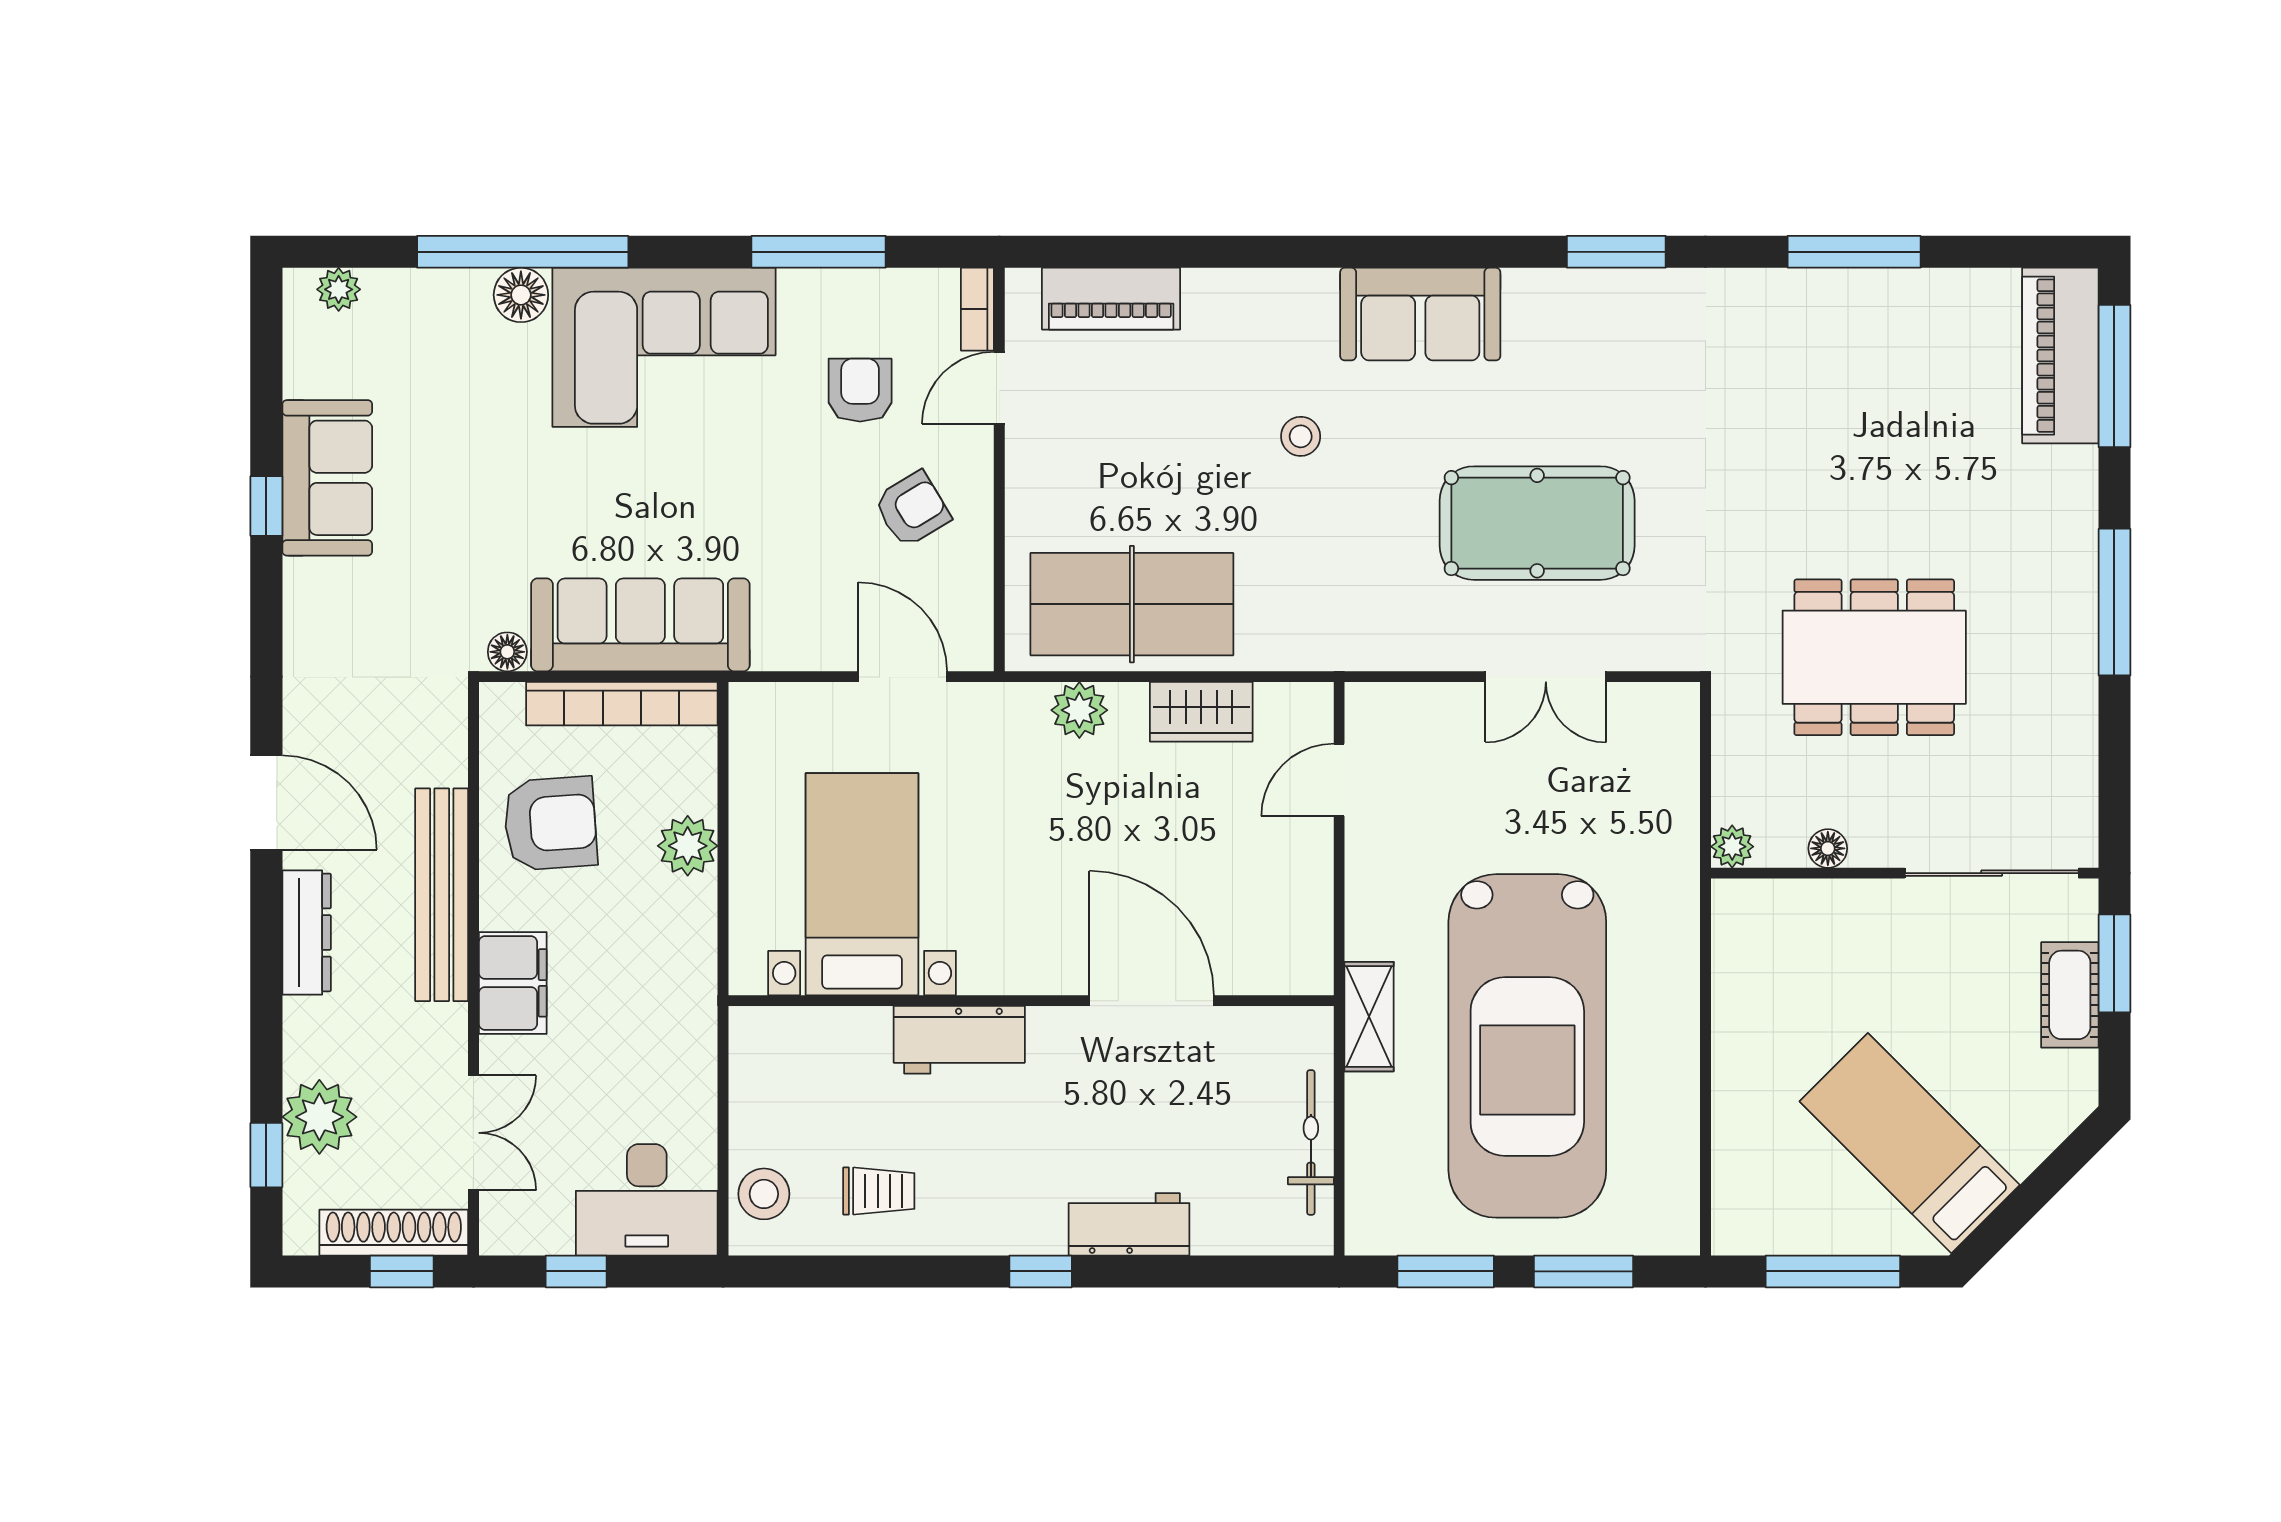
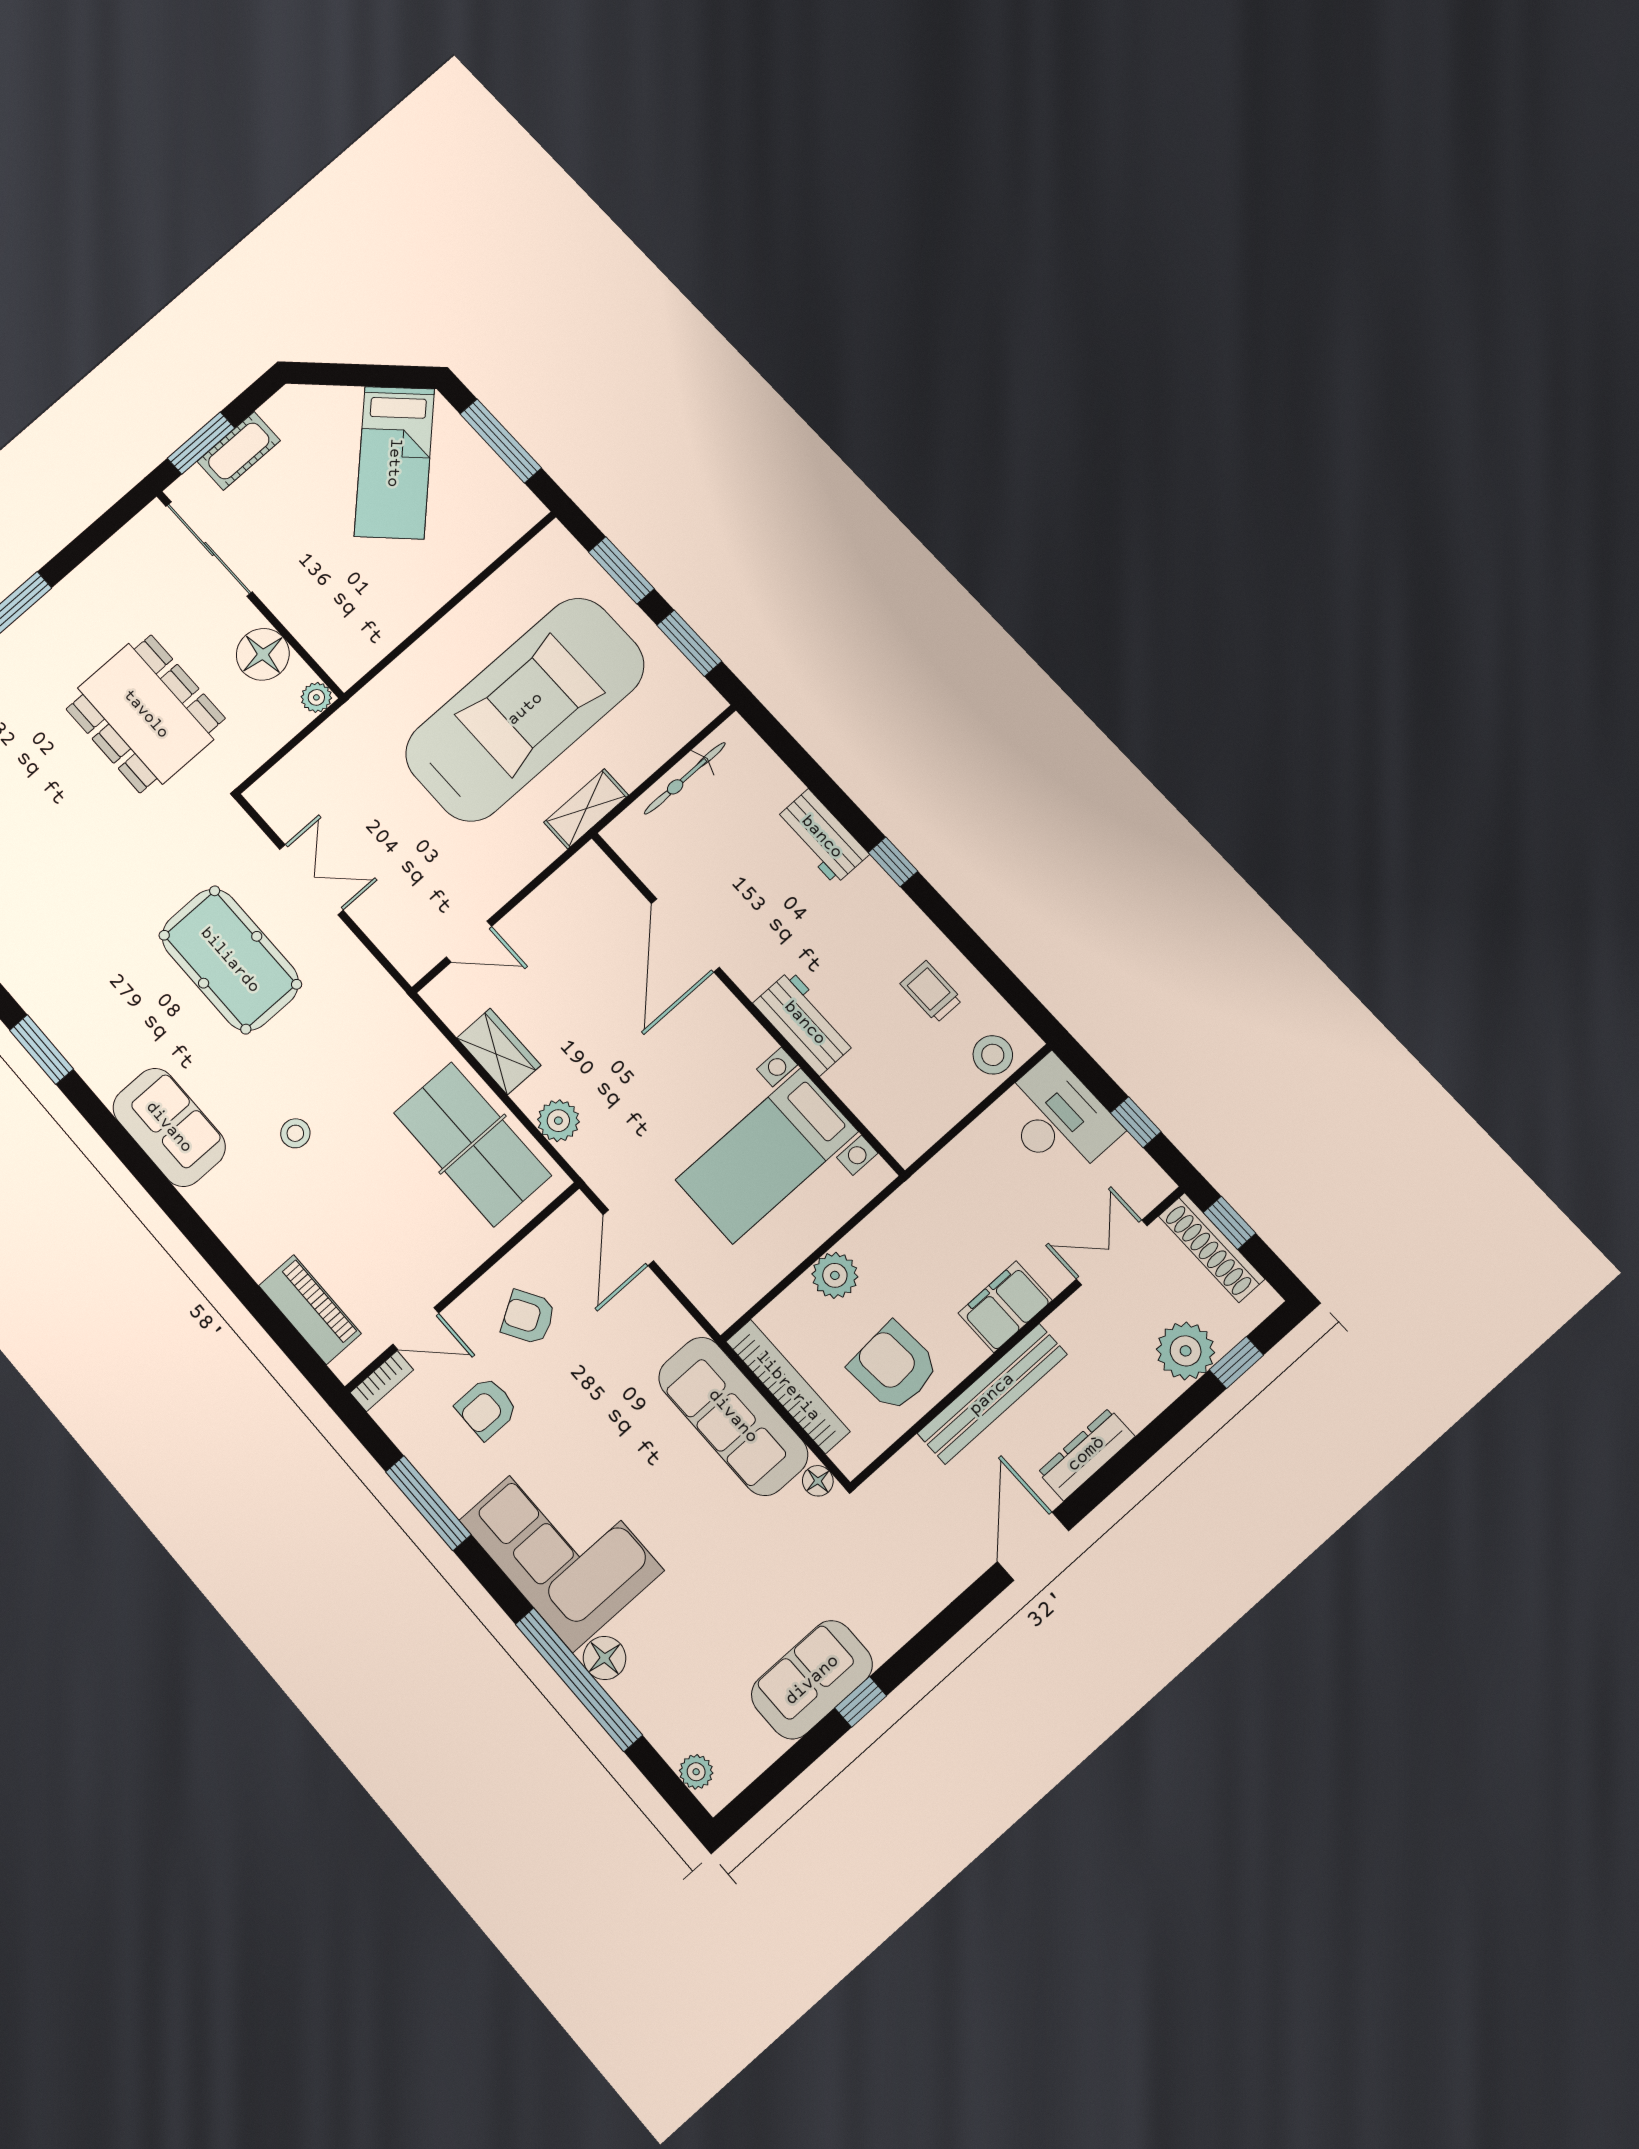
floor lamp: (1828, 848) -> (263, 654), width x1.89, depth x1.89

